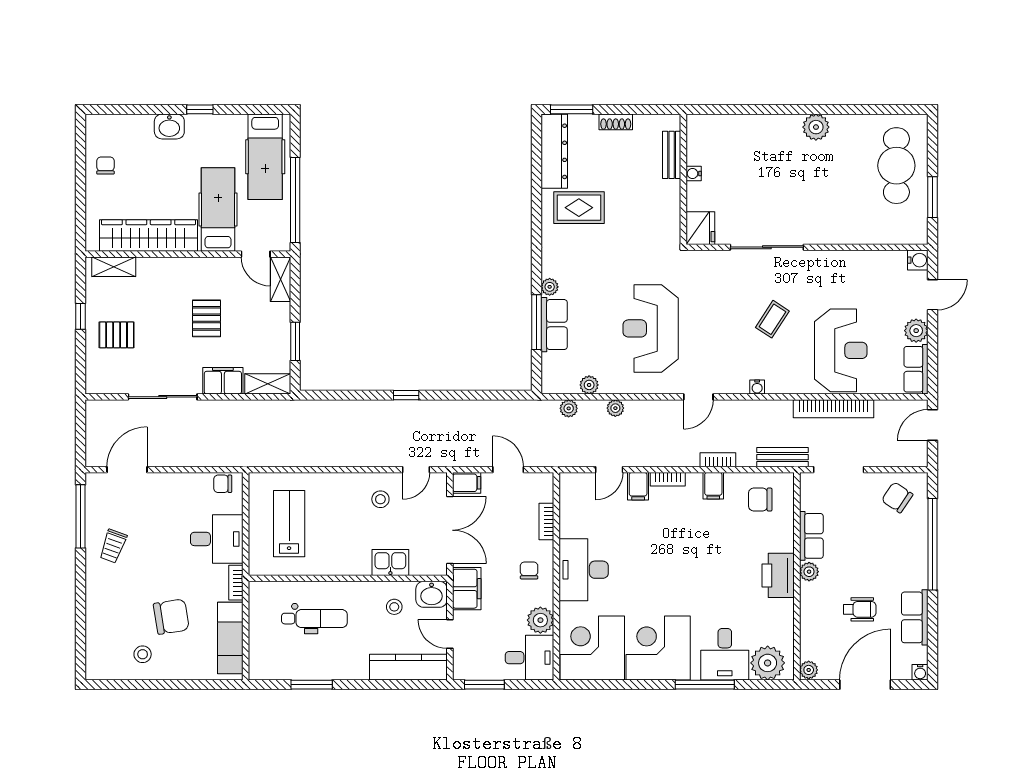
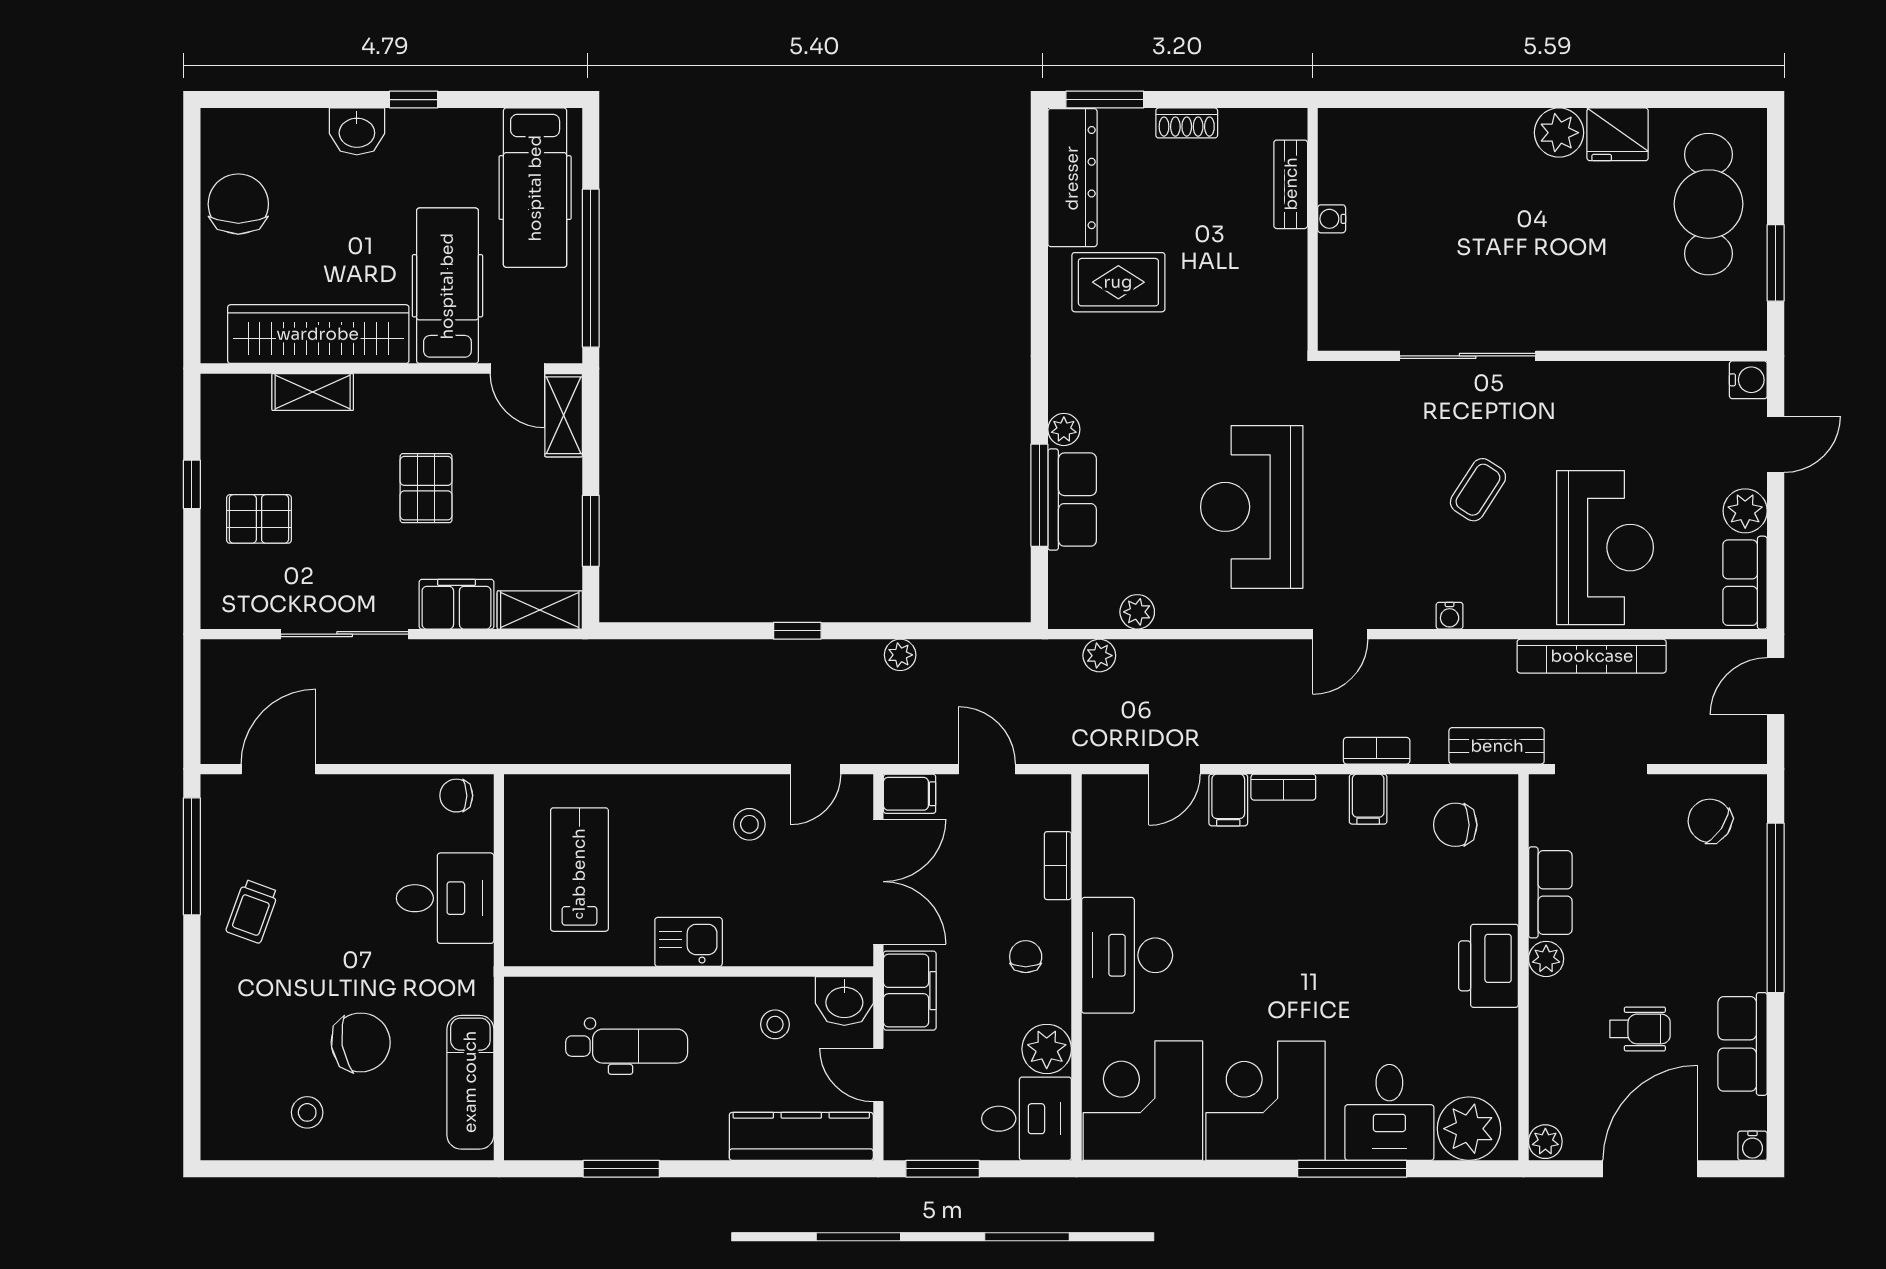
chair: (105, 166) -> (238, 204), width x1.87, depth x1.87
fridge: (700, 228) -> (1618, 134), moved, turned 90
shelving: (114, 267) -> (313, 392), moved
plant: (615, 408) -> (900, 655), moved
kitchen sink: (390, 563) -> (689, 942), moved
bookcase: (236, 583) -> (481, 979), removed

